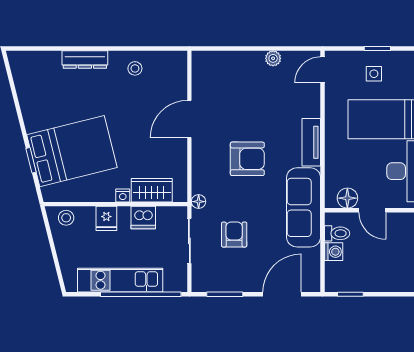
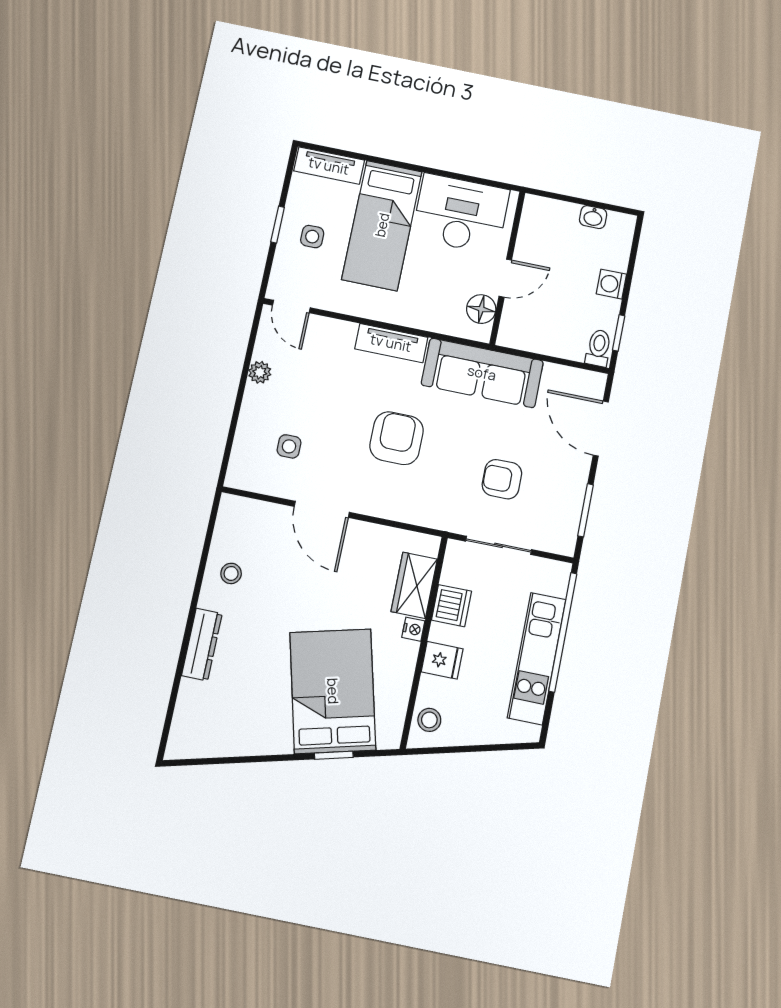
side table: (227, 89) -> (289, 446), added
floor lamp: (199, 202) -> (444, 521), removed
toilet: (337, 233) -> (598, 348), moved
washing machine: (334, 252) -> (611, 284), moved, turned -90

